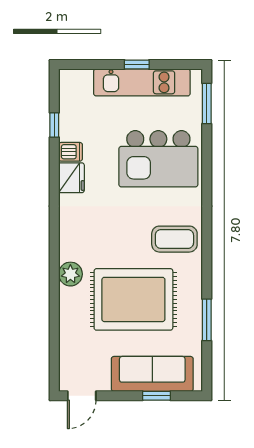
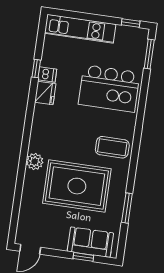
window: (137, 64) -> (131, 23), moved
kitchen unit: (142, 82) -> (80, 29), moved
window: (54, 125) -> (36, 69), moved
sofa: (152, 374) -> (90, 242), width x0.73

